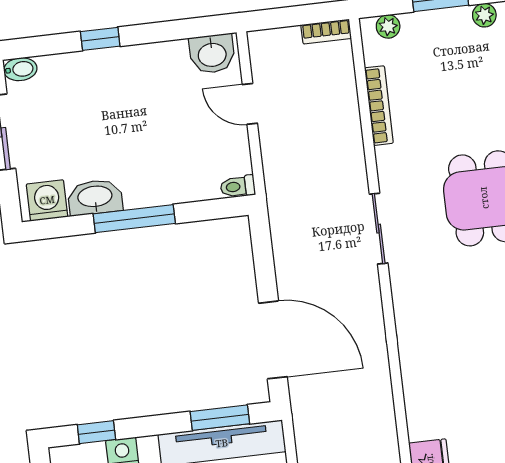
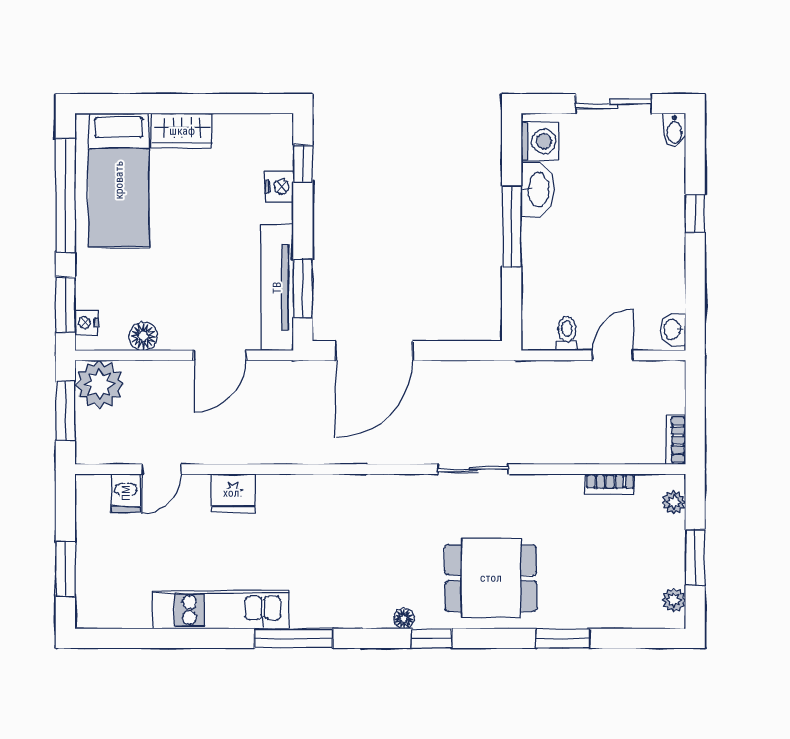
washbasin: (212, 54) -> (673, 329), width x0.72, depth x0.69
bookcase: (379, 106) -> (610, 484), width x0.64
toilet: (238, 186) -> (567, 333), moved

